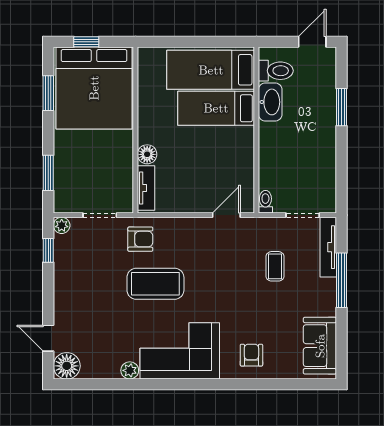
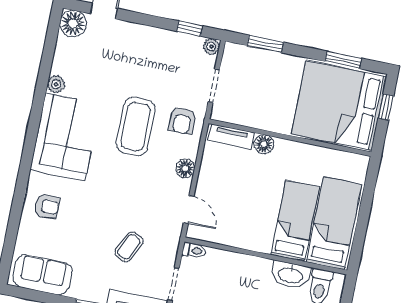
floor lamp: (187, 227) -> (185, 168), added
coffee table: (275, 266) -> (129, 247), turned -64

